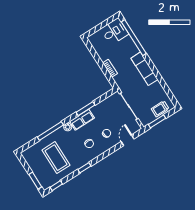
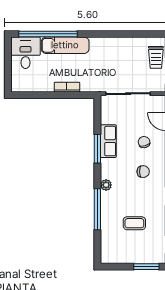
exam couch: (144, 69) -> (65, 45), moved
row of seats: (82, 120) -> (108, 141), moved
coffee table: (56, 158) -> (134, 223), width x0.54, depth x0.58

